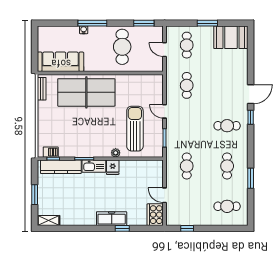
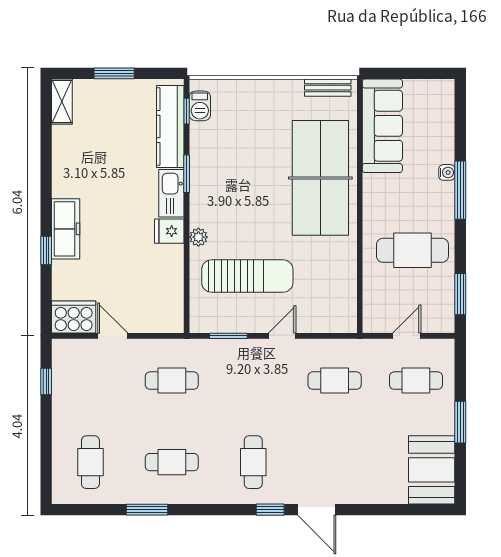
door: (165, 195) -> (113, 336), hinge flipped

